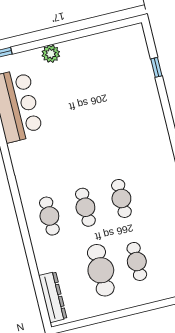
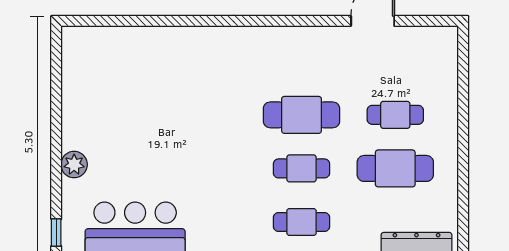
window: (156, 67) -> (129, 21), removed
cafe table: (121, 198) -> (302, 115), width x1.37, depth x1.35

